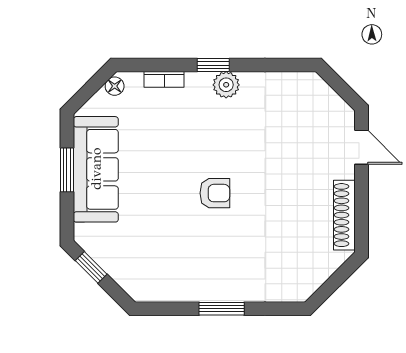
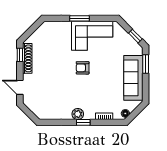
window: (67, 170) -> (146, 64), moved
window: (361, 223) -> (20, 55), added
corner sofa: (192, 268) -> (92, 36), added

